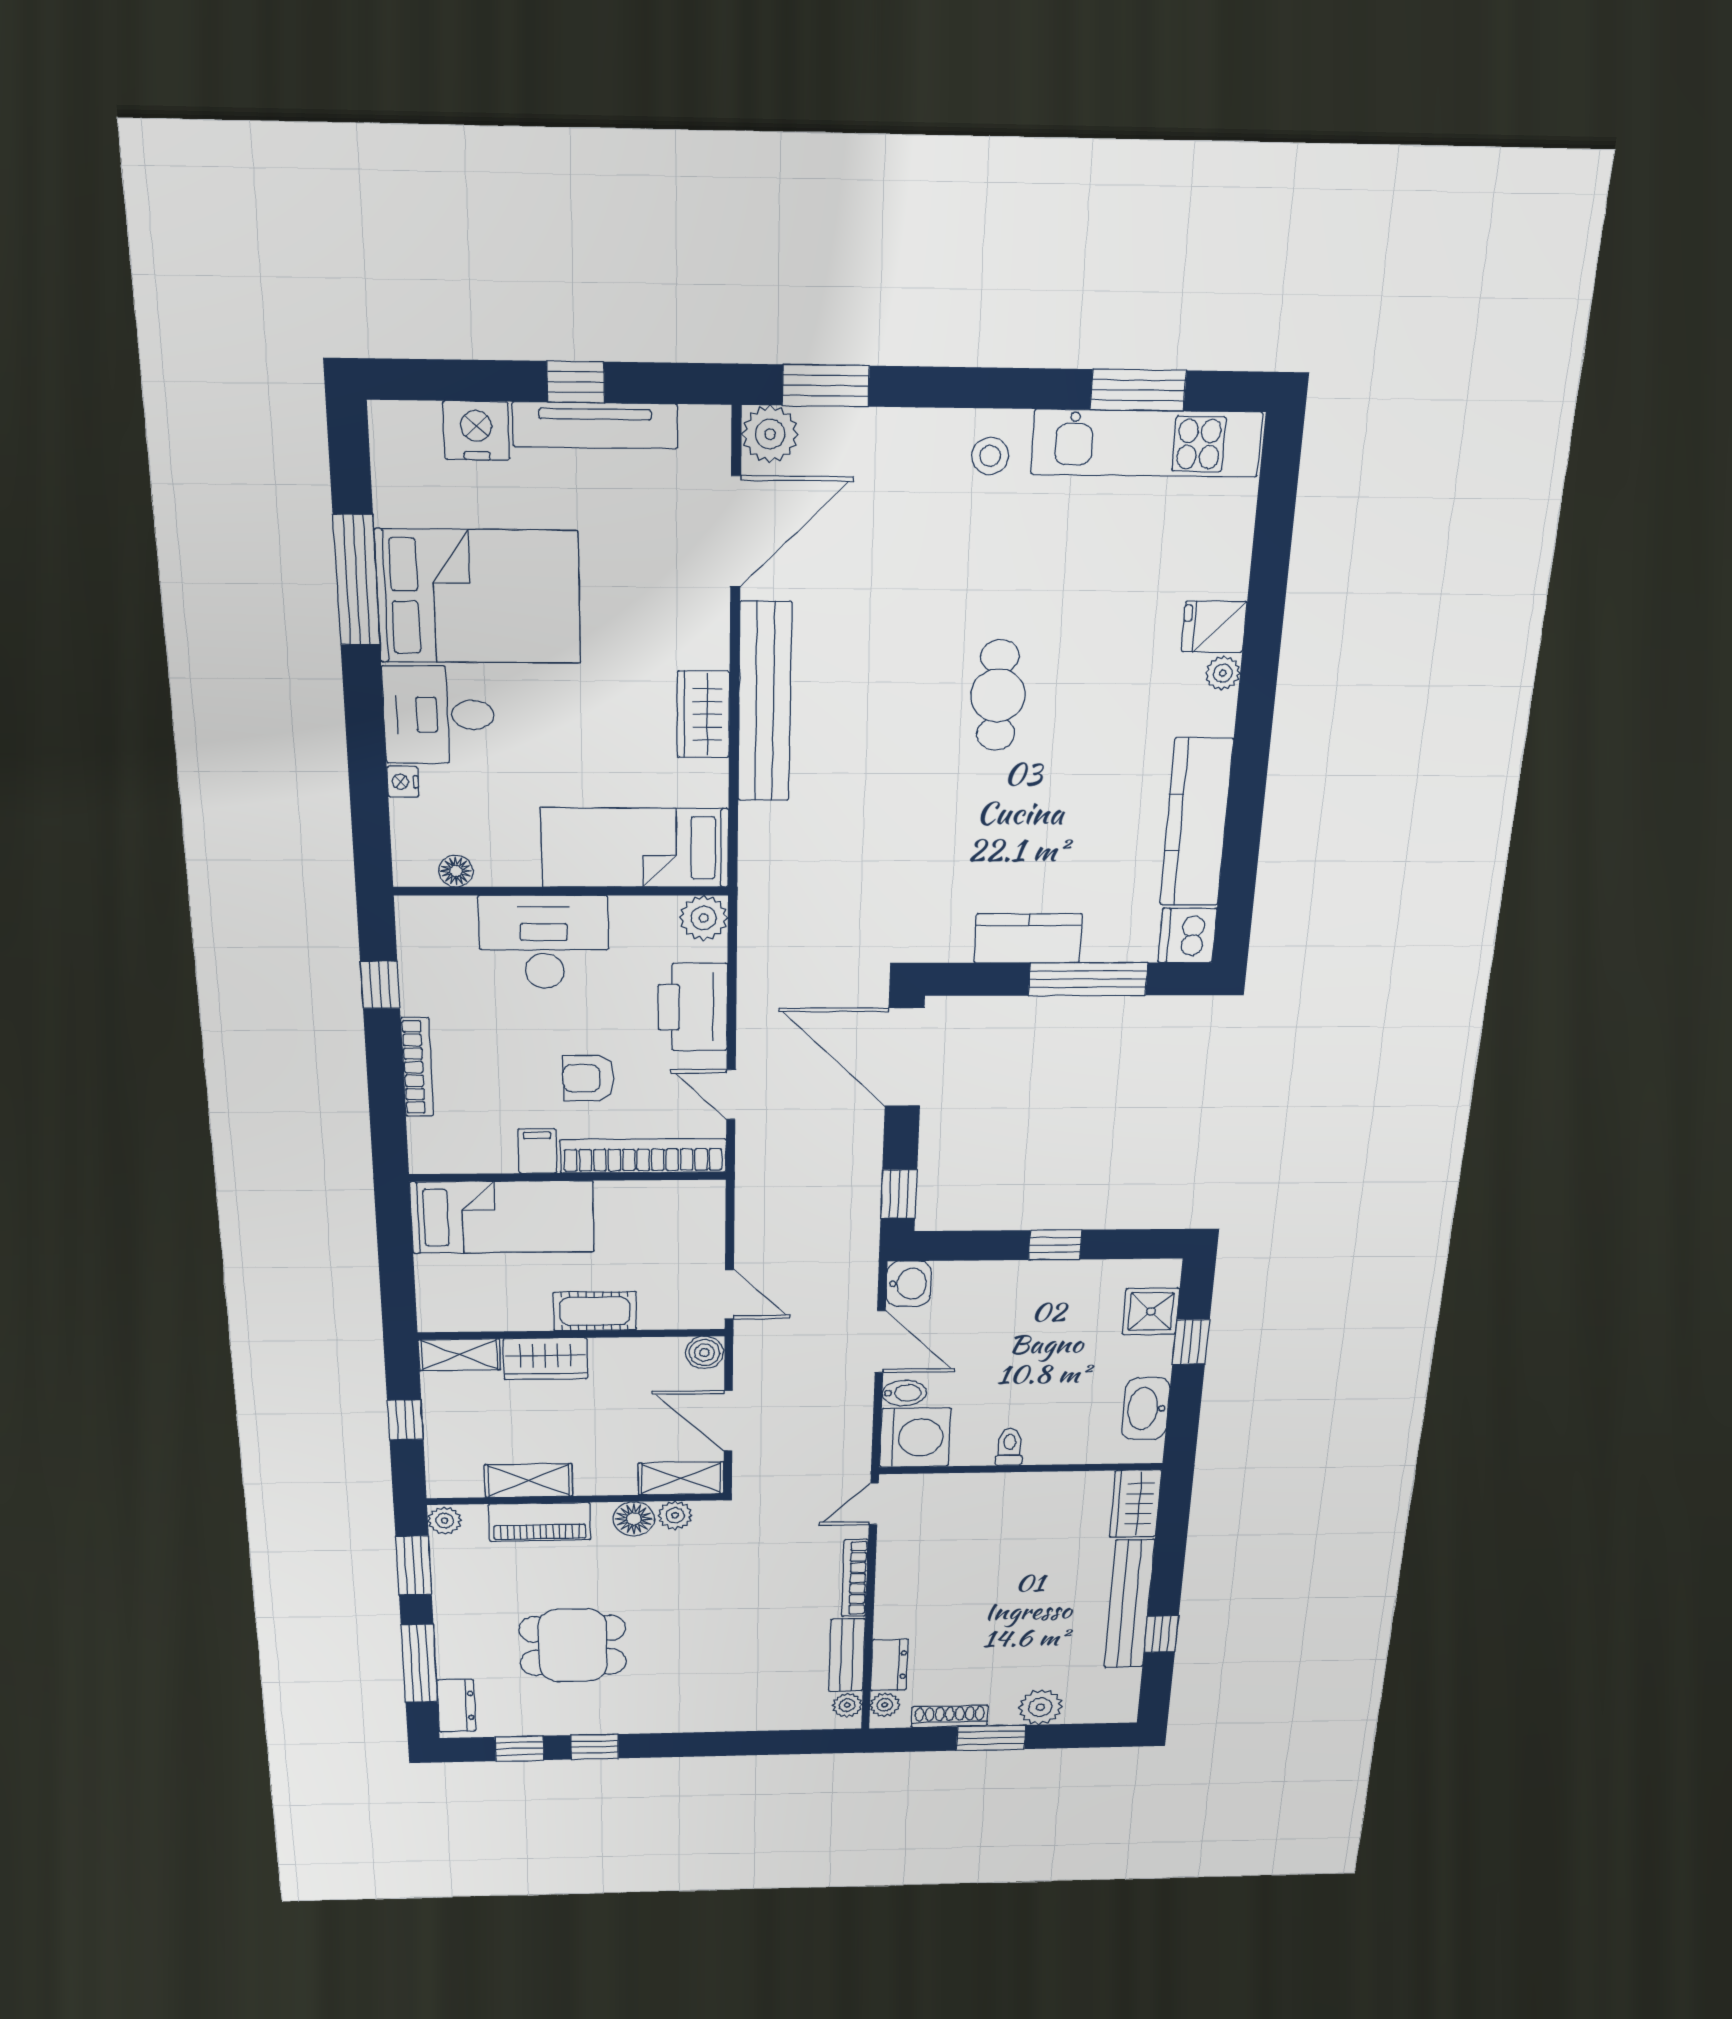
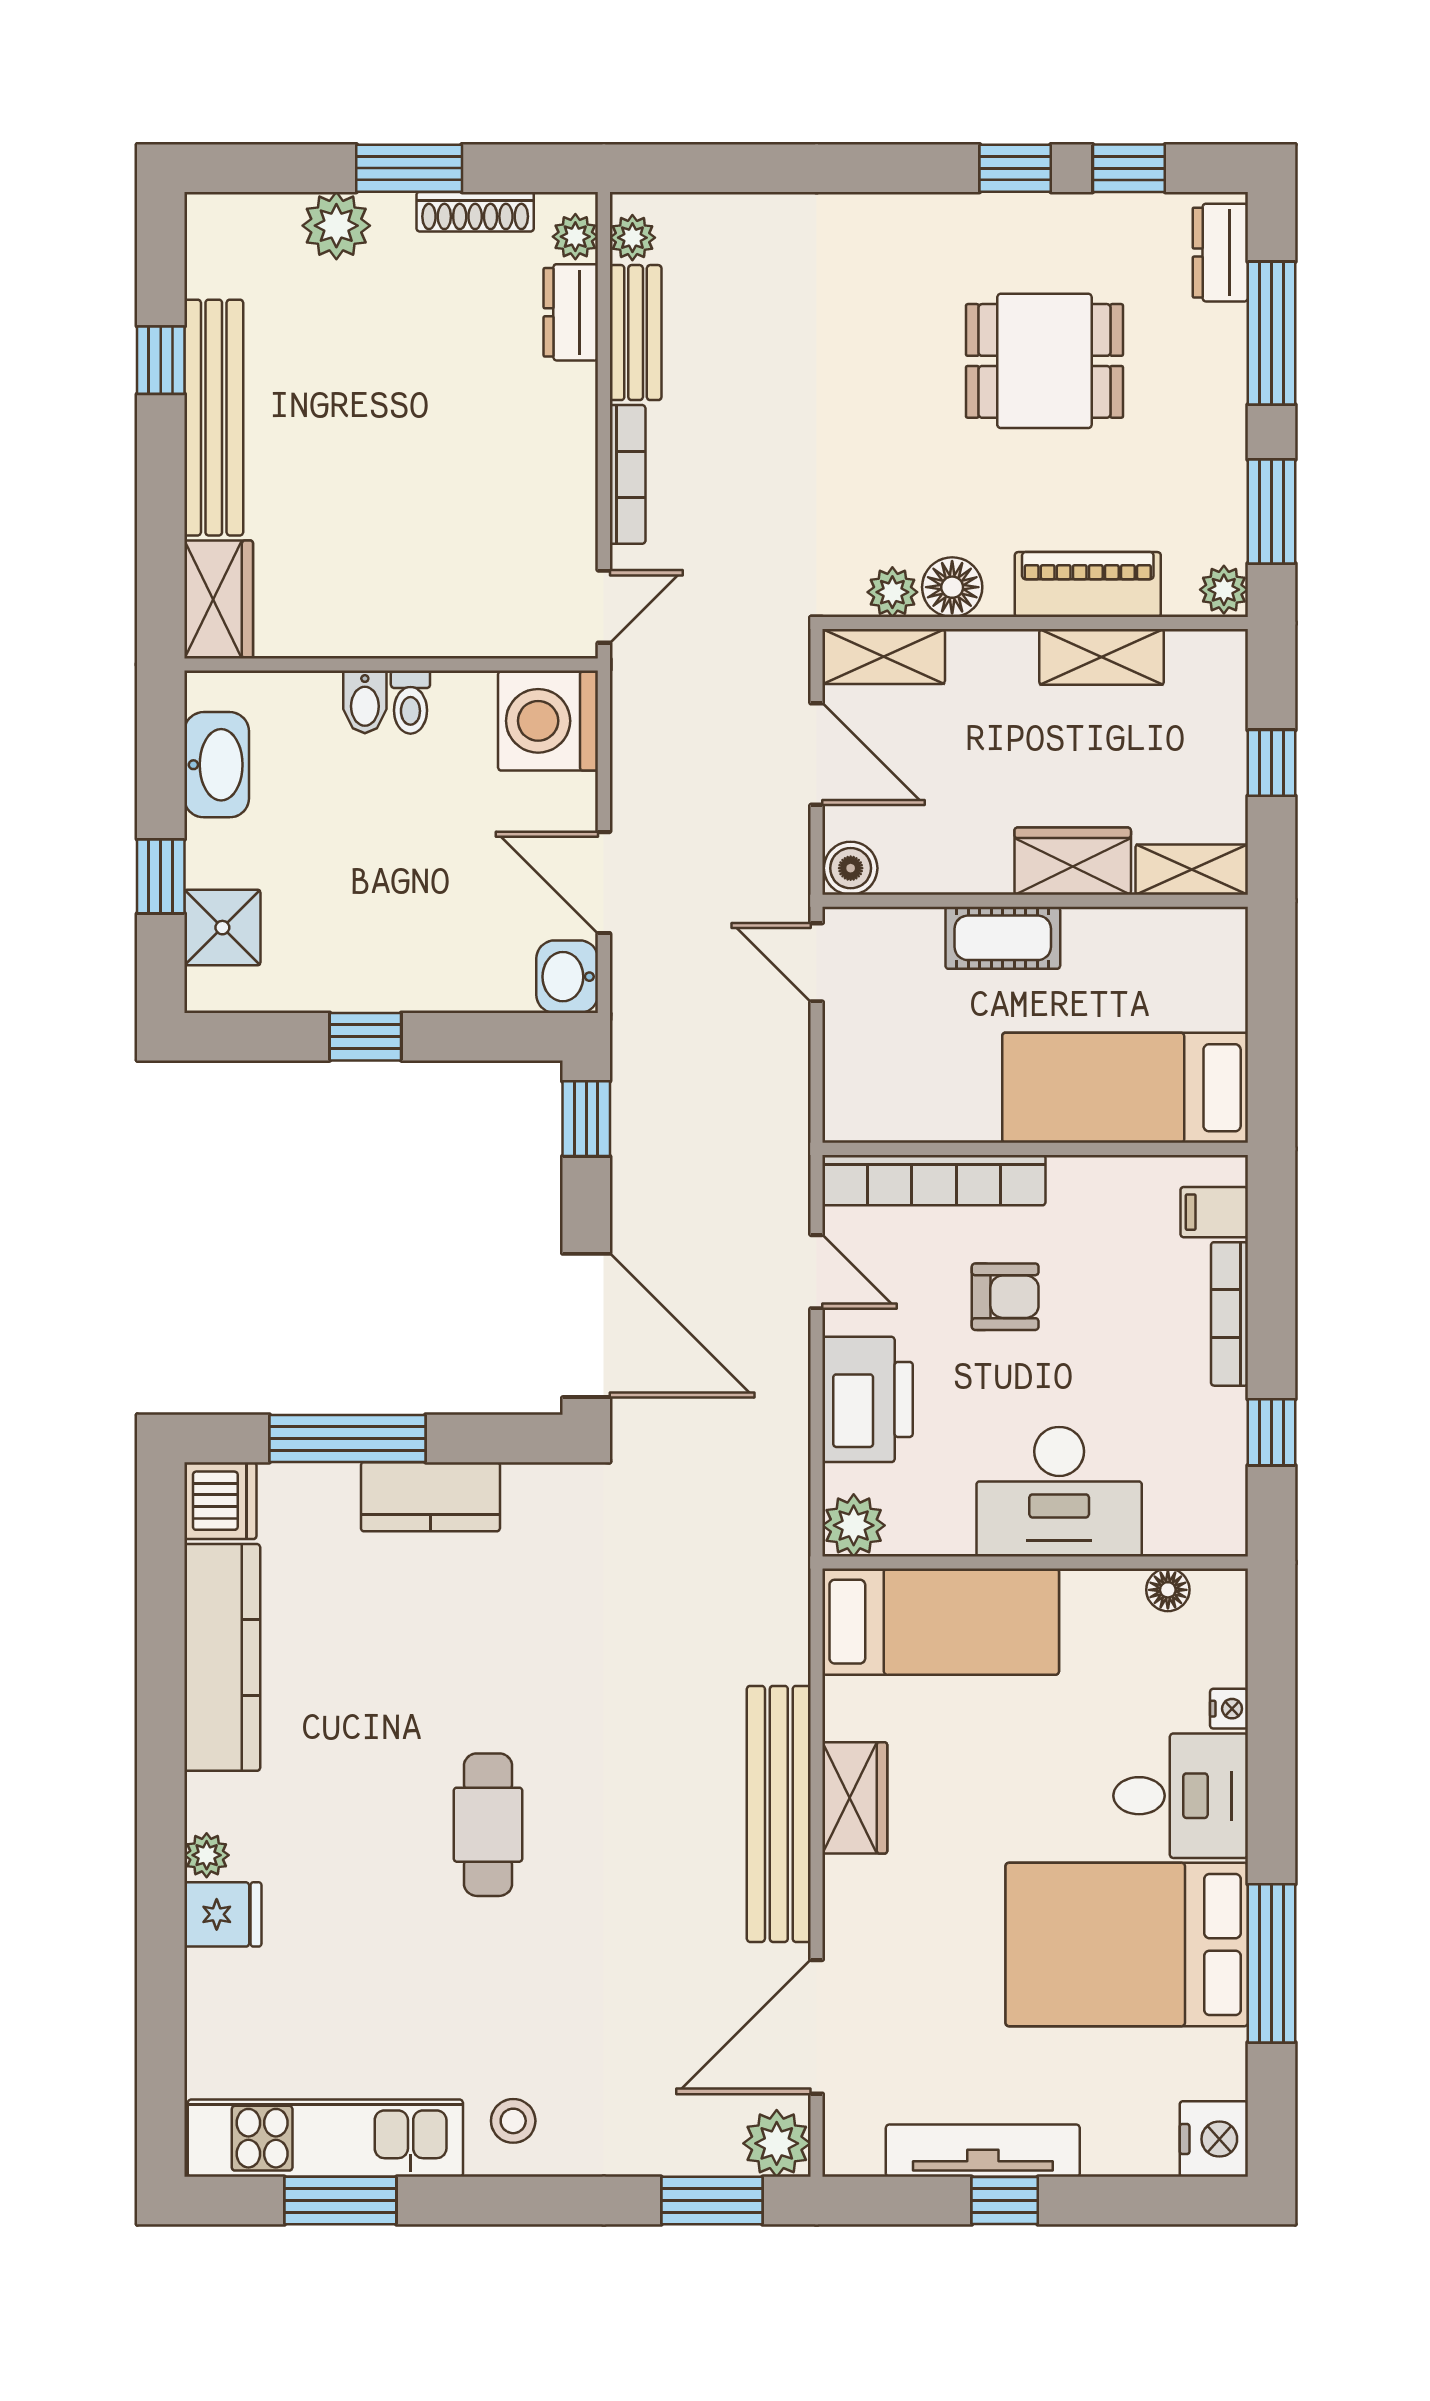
nightstand: (476, 431) -> (1214, 2139), moved, turned -90
filing cabinet: (537, 1151) -> (1214, 1212), moved, turned 90
bidet: (904, 1393) -> (365, 702), moved, turned -90

